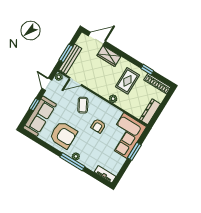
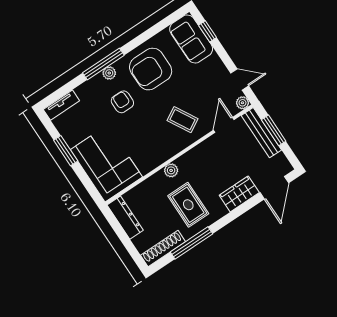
window: (147, 70) -> (192, 243), width x2.17
window: (34, 104) -> (208, 31), moved
sofa: (40, 116) -> (191, 39), width x0.73
armchair: (98, 126) -> (122, 102), moved
window: (134, 151) -> (66, 151), moved

